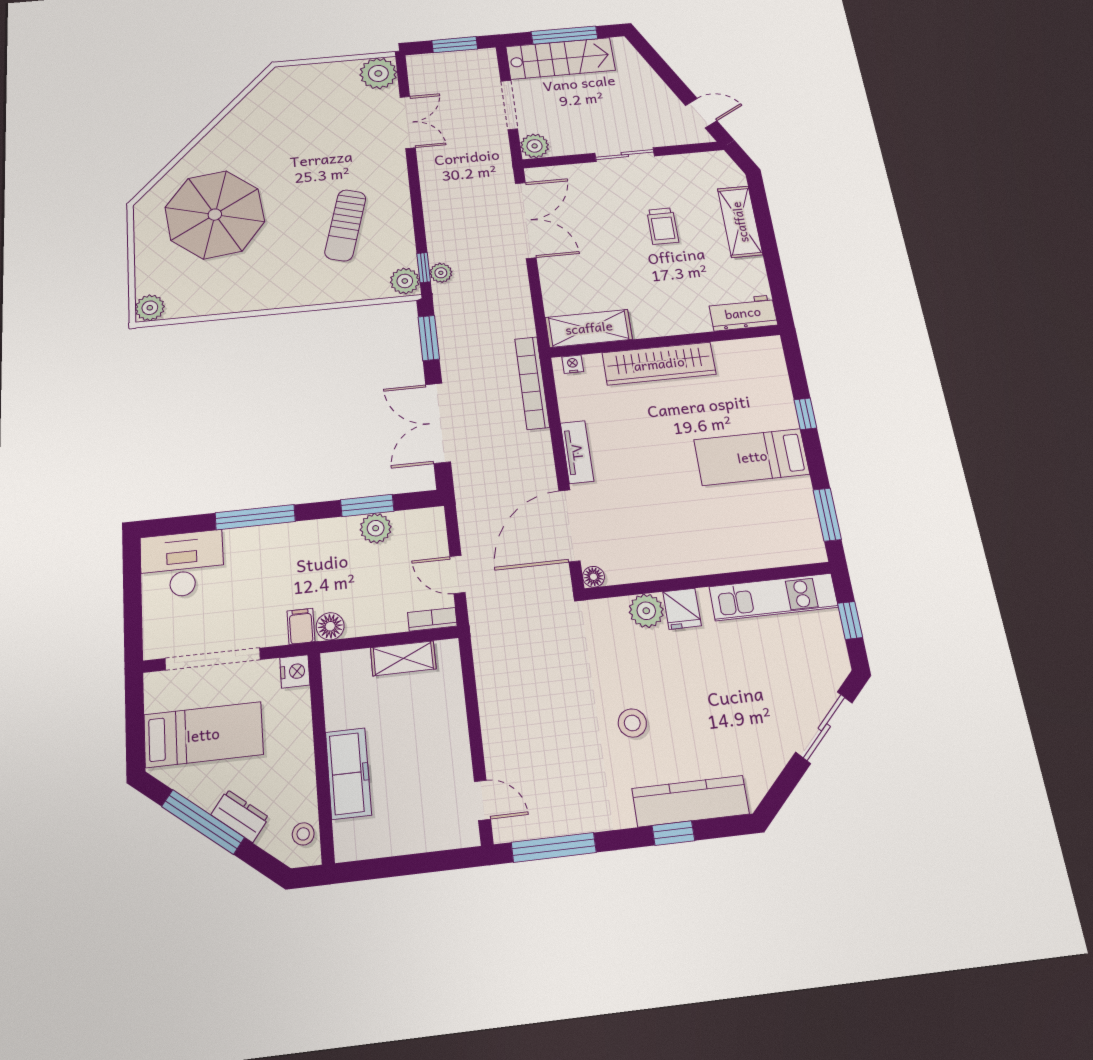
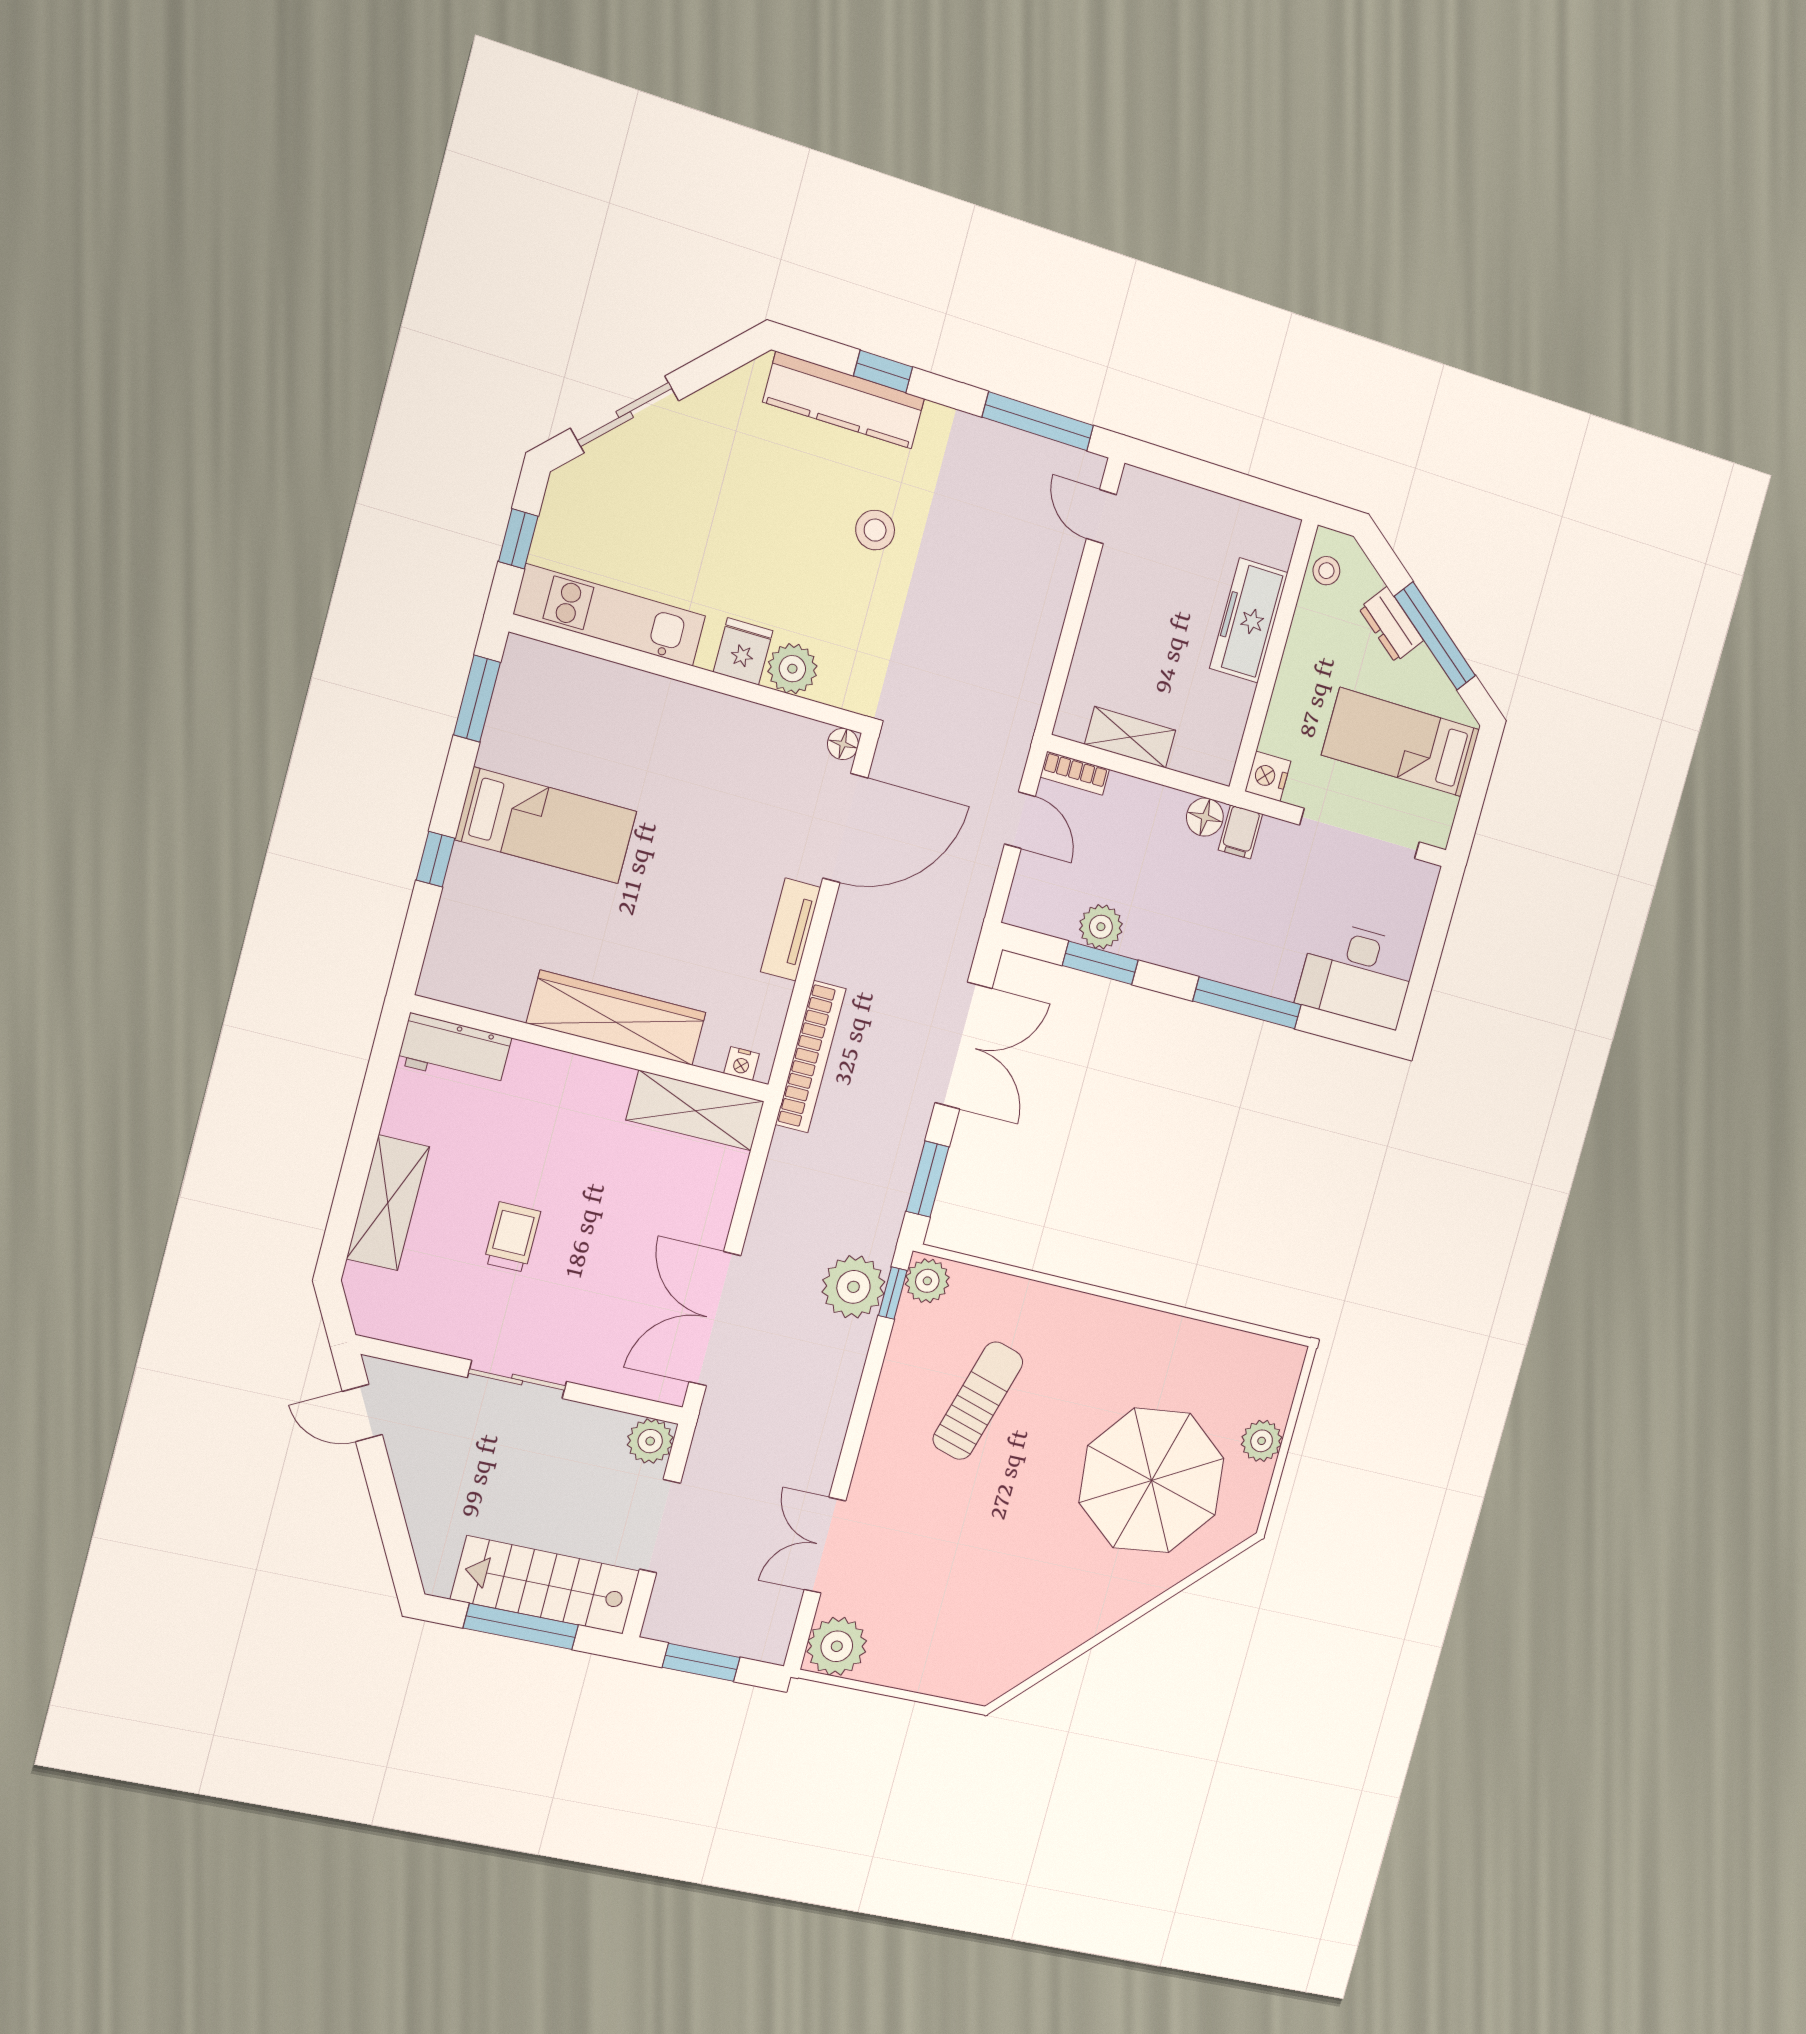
plant: (441, 273) -> (853, 1287), width x1.88, depth x1.88
plant: (150, 308) -> (1262, 1441), moved

